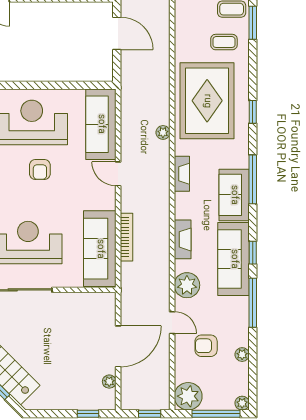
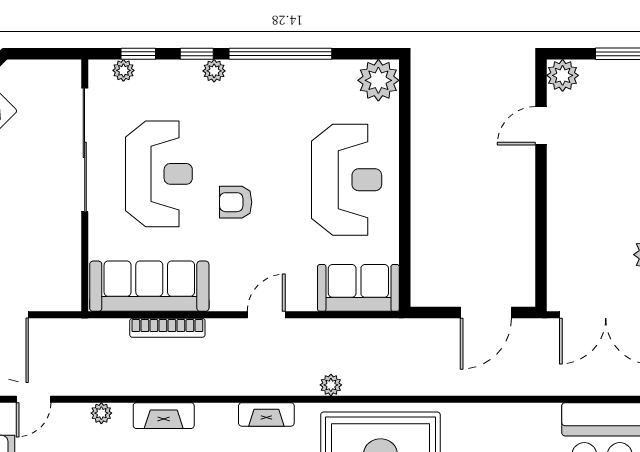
sofa: (101, 124) -> (358, 288), width x0.73
armchair: (40, 170) -> (236, 202), moved
plant: (187, 285) -> (101, 413), width x0.53, depth x0.53

